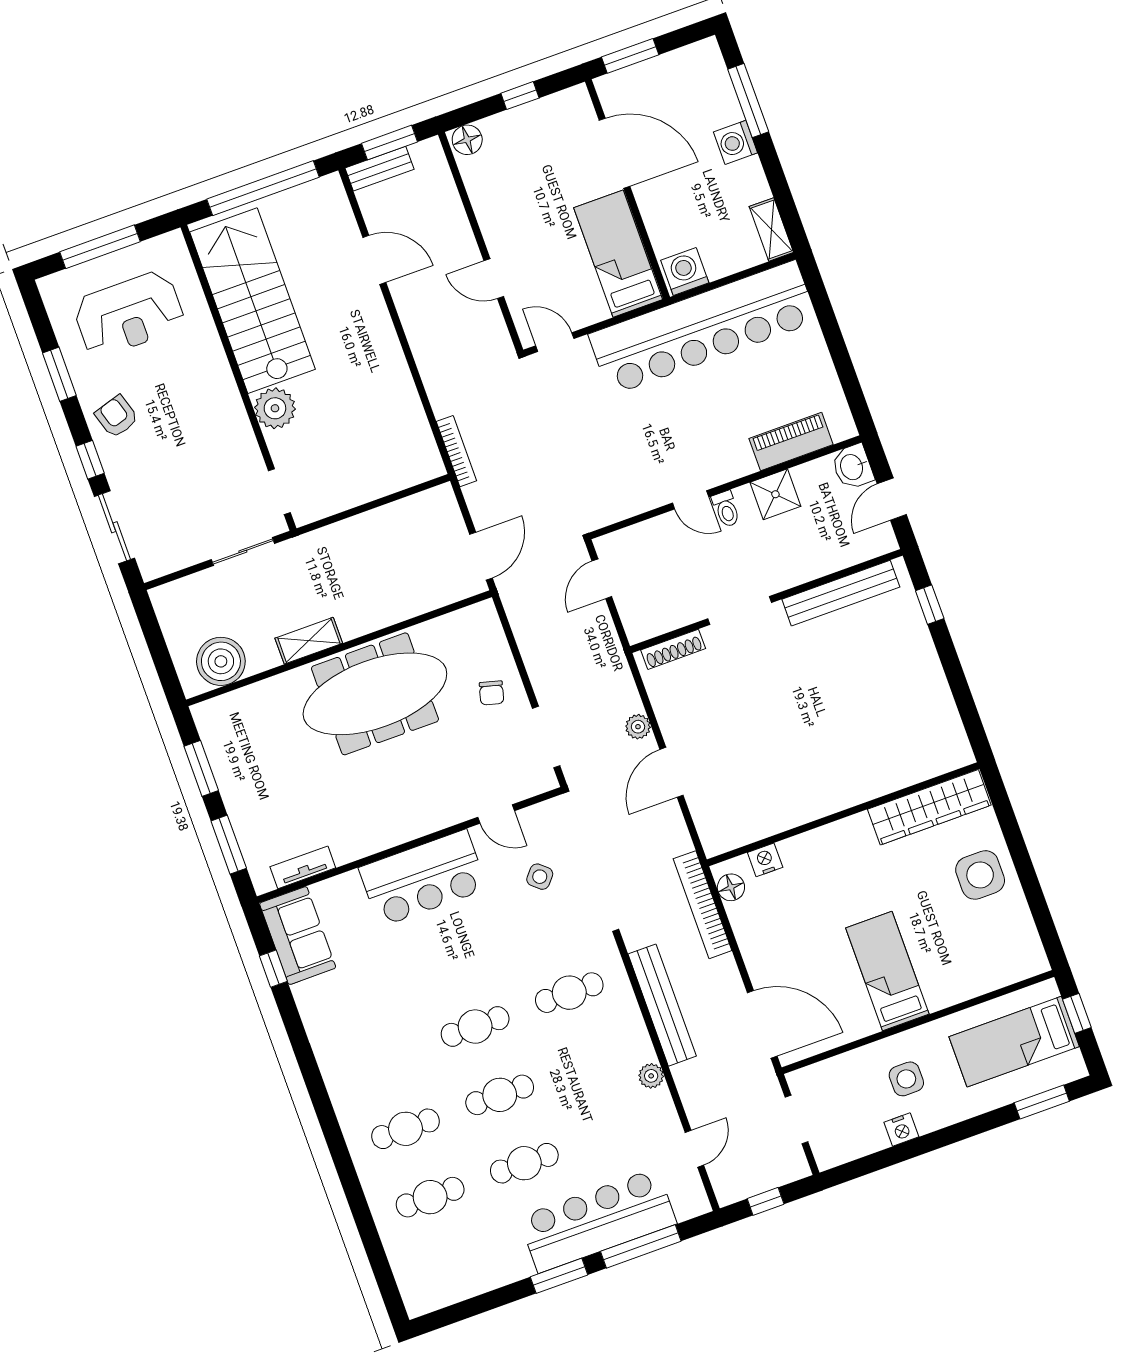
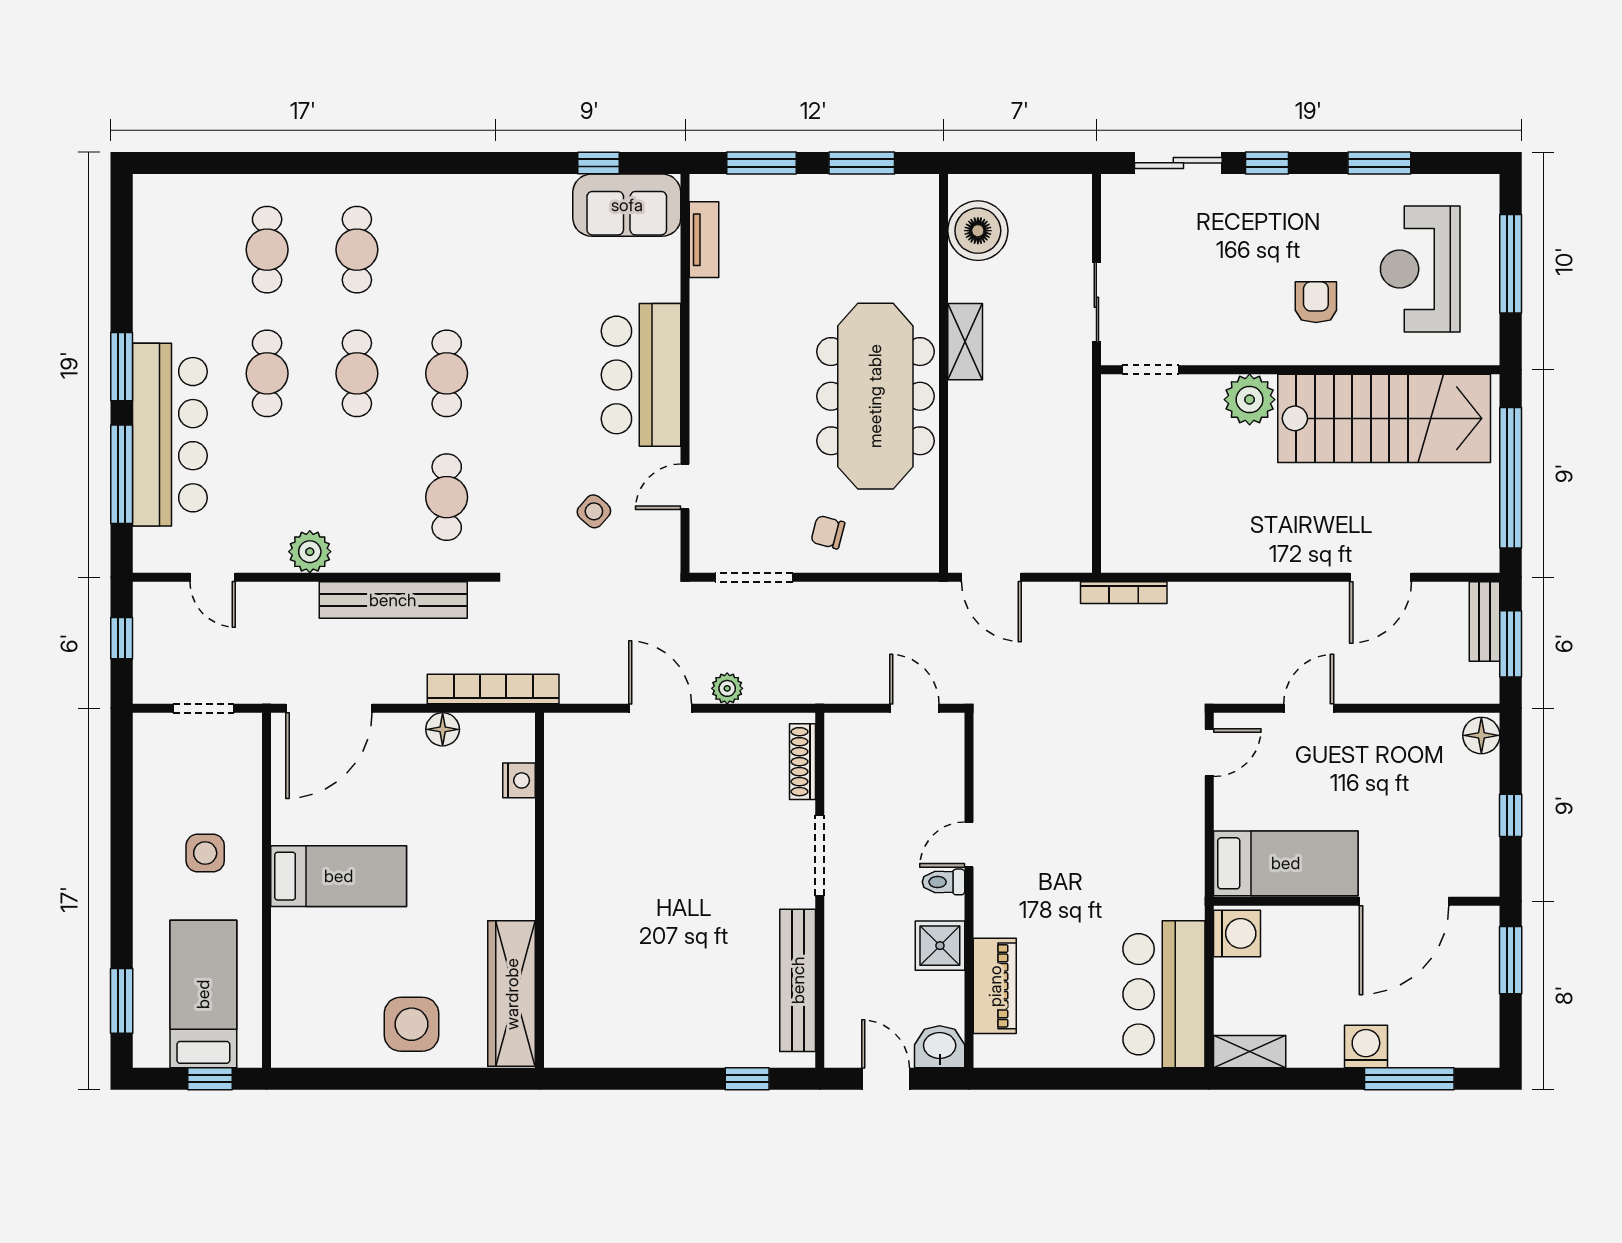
bar counter: (703, 328) -> (1164, 994), width x0.54
armchair: (117, 416) -> (1316, 302), moved, turned -73
floor lamp: (731, 887) -> (443, 729), moved
plant: (651, 1076) -> (310, 552), width x1.38, depth x1.38
nightstand: (901, 1129) -> (148, 826), removed

